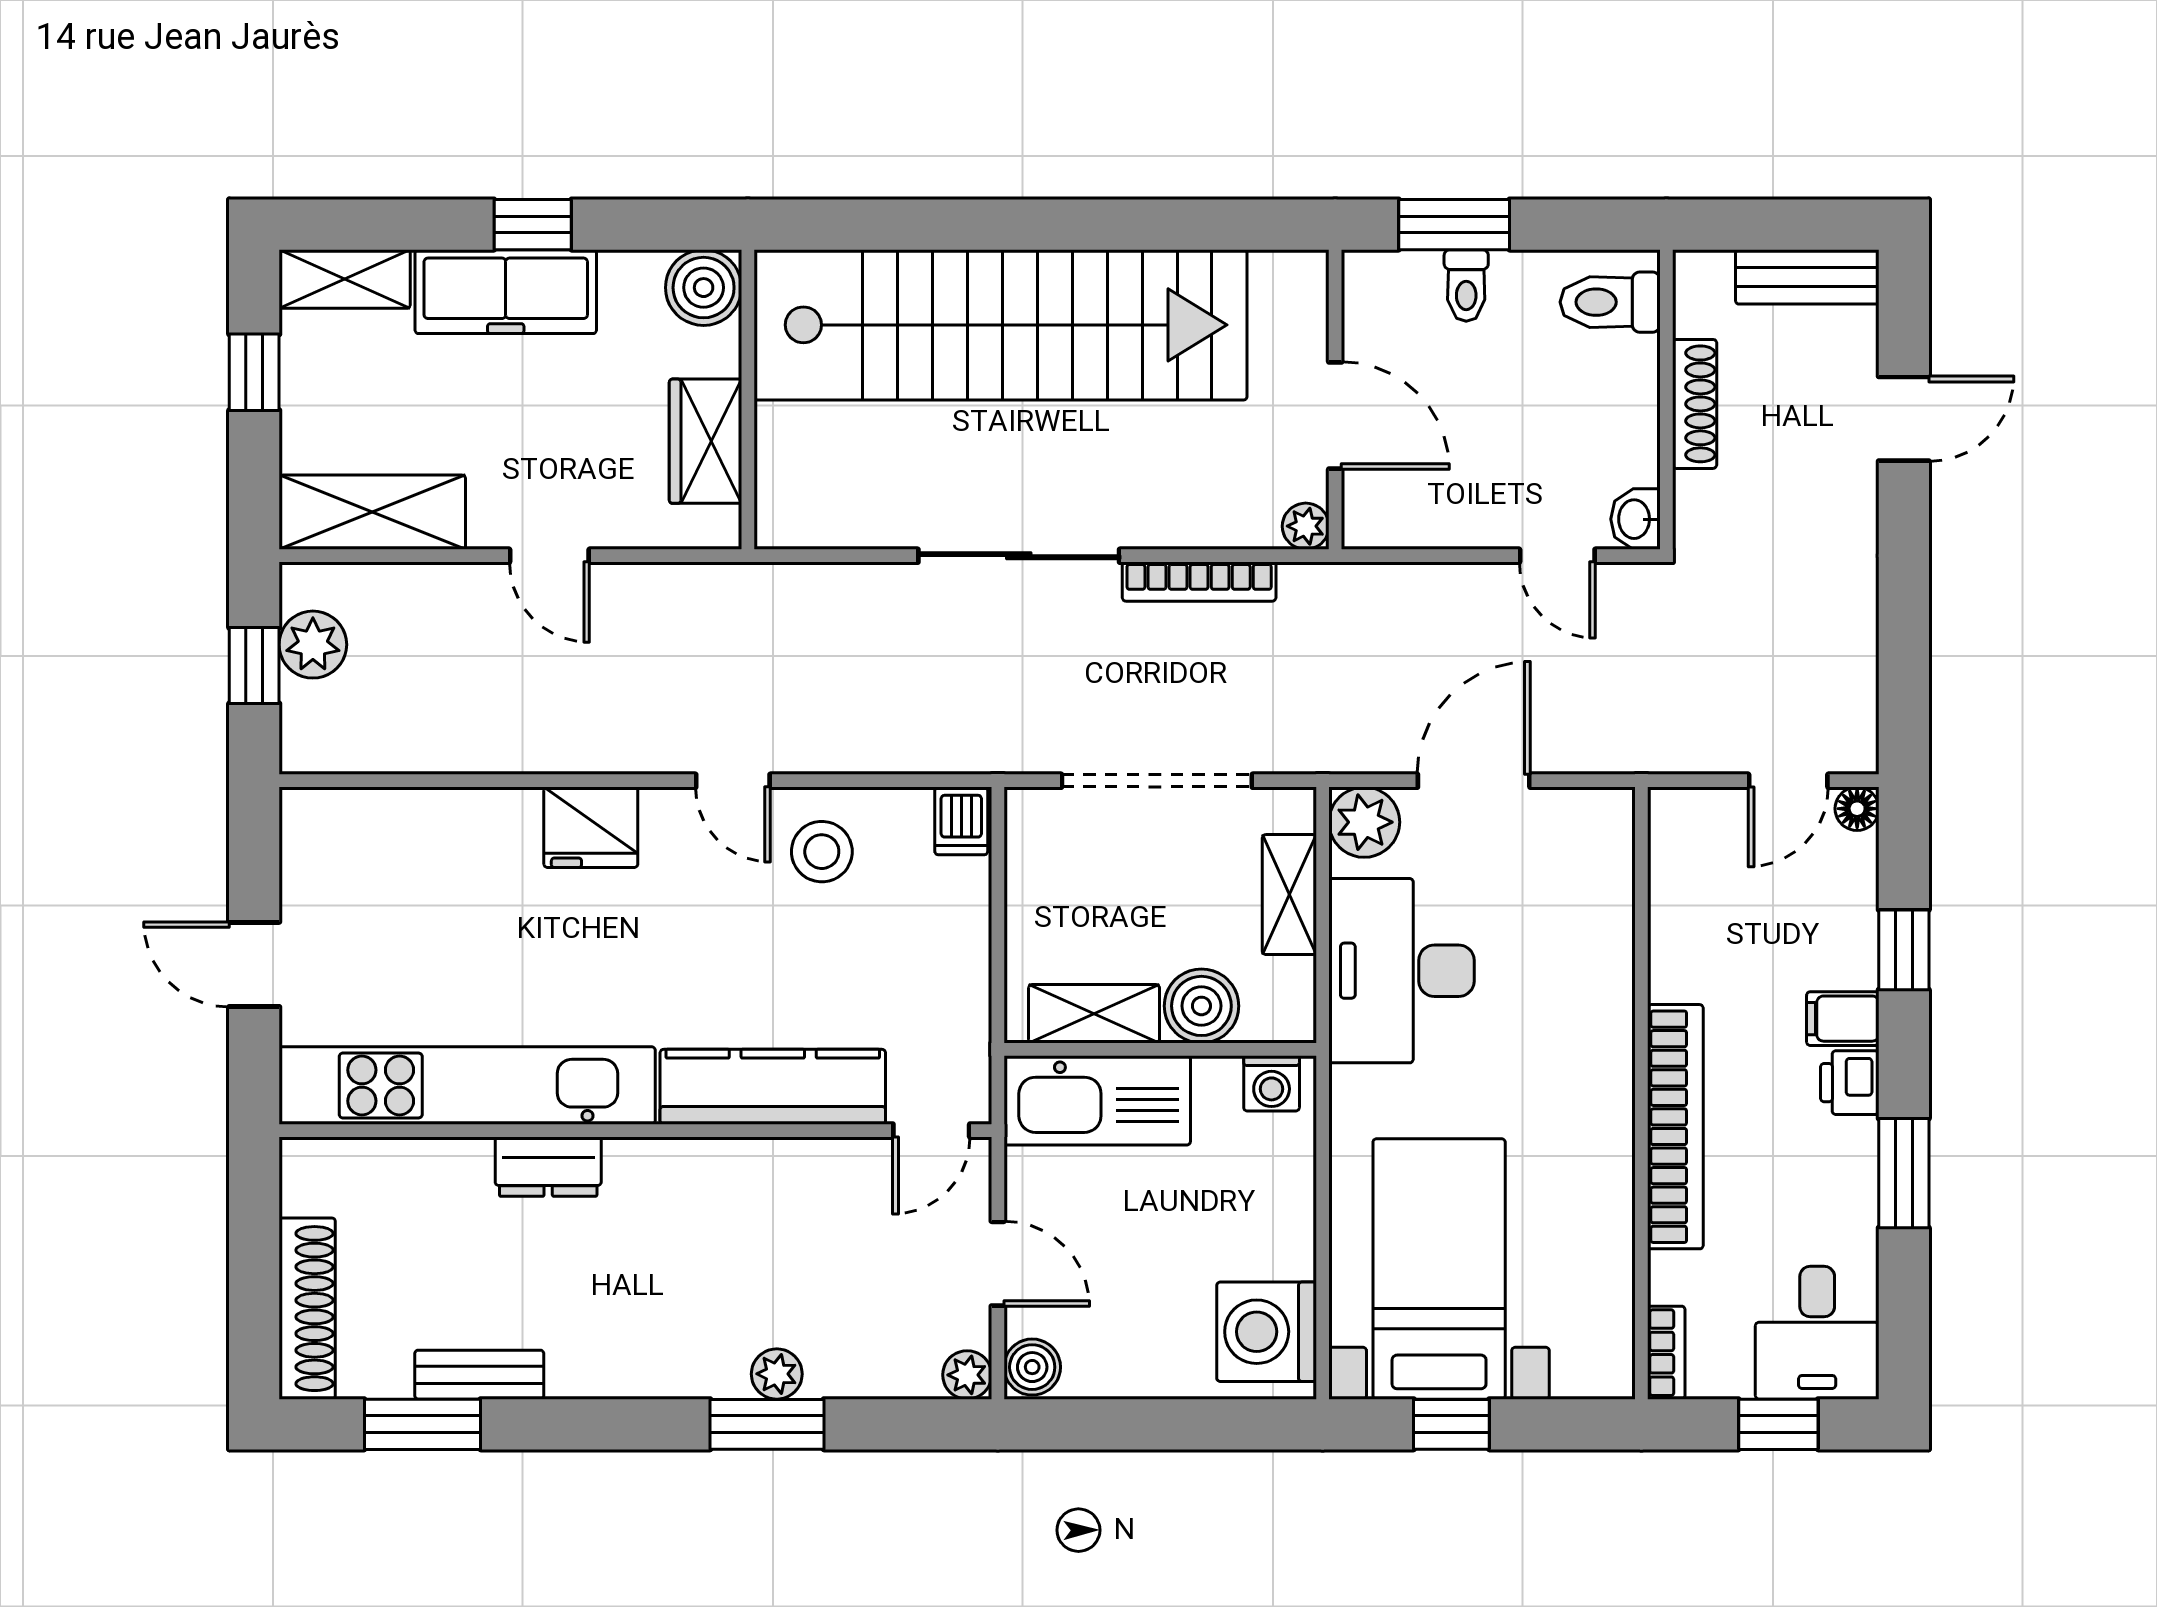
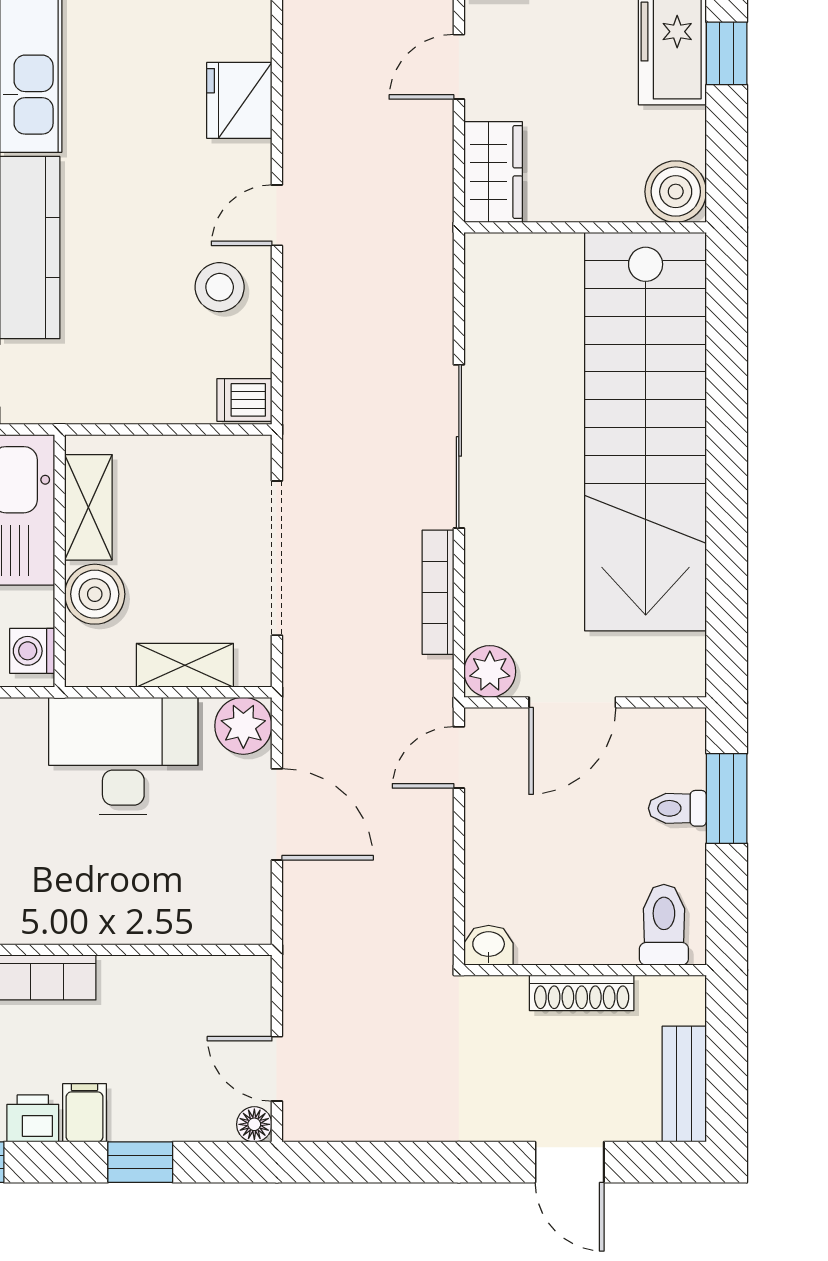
wardrobe: (705, 441) -> (493, 172), moved, turned 90
plant: (1306, 526) -> (490, 671), width x1.38, depth x1.38
door: (1557, 556) -> (459, 757), moved

